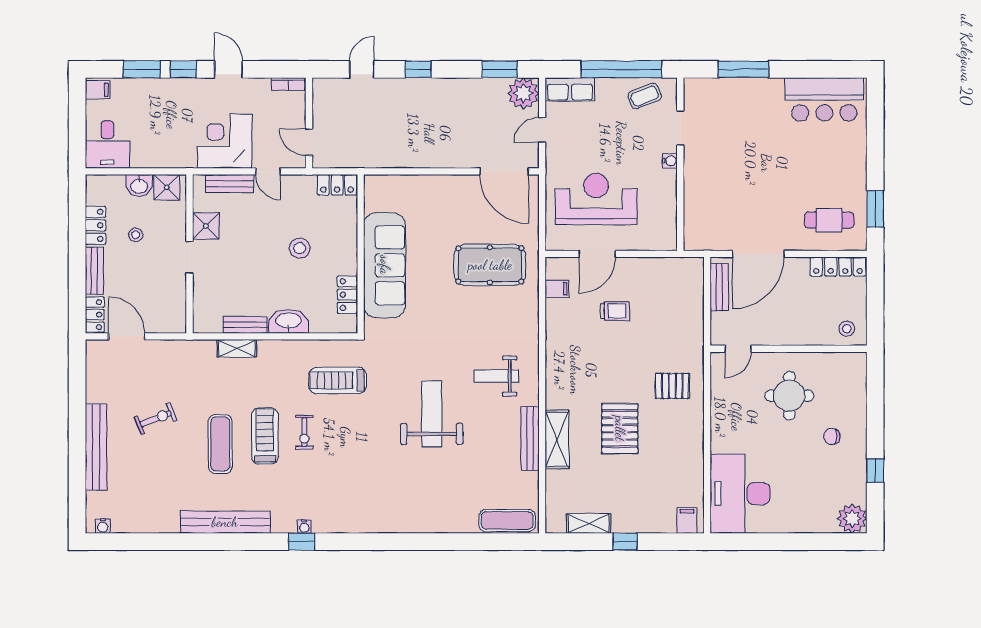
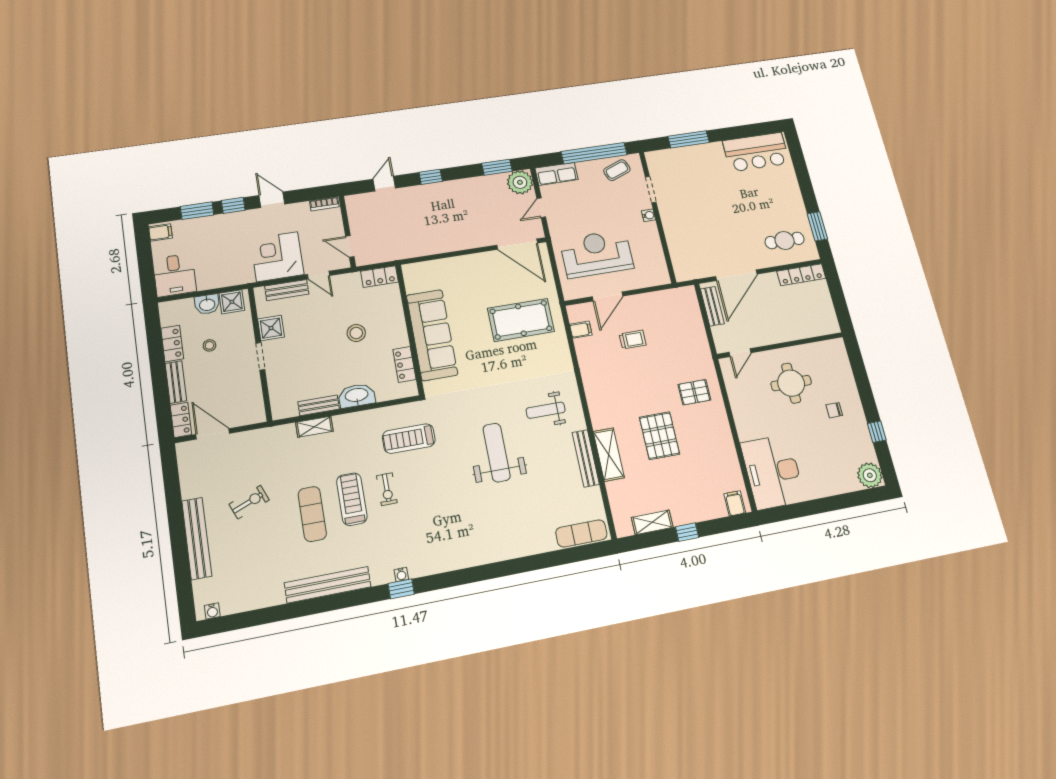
stool: (847, 329) -> (822, 322), removed

